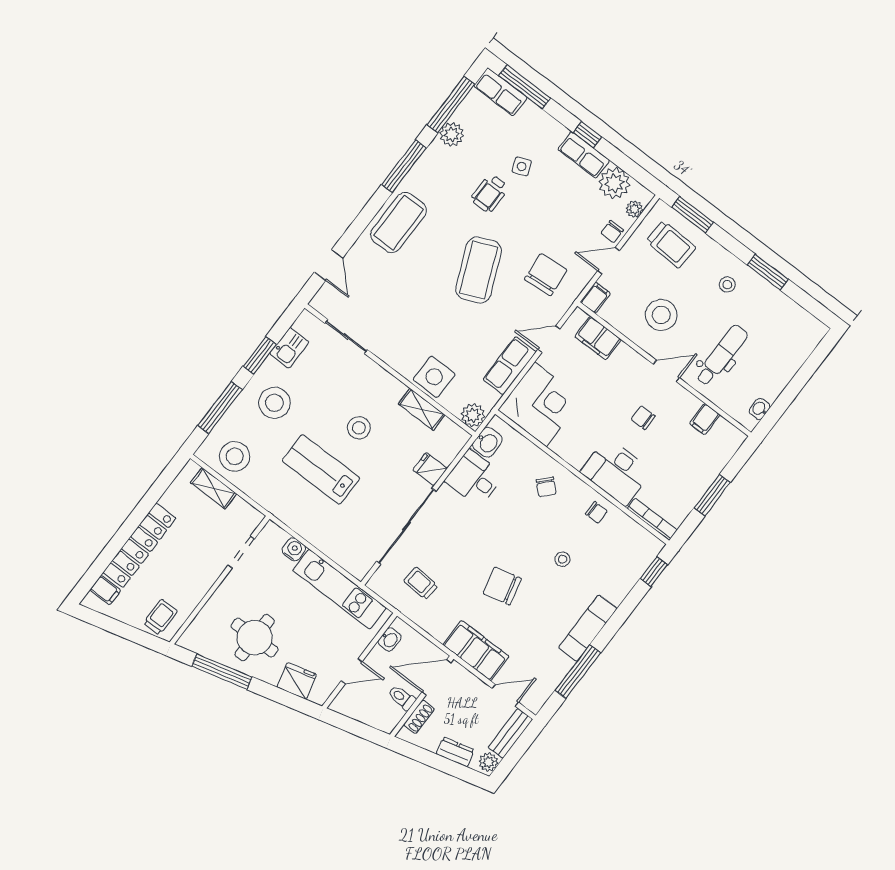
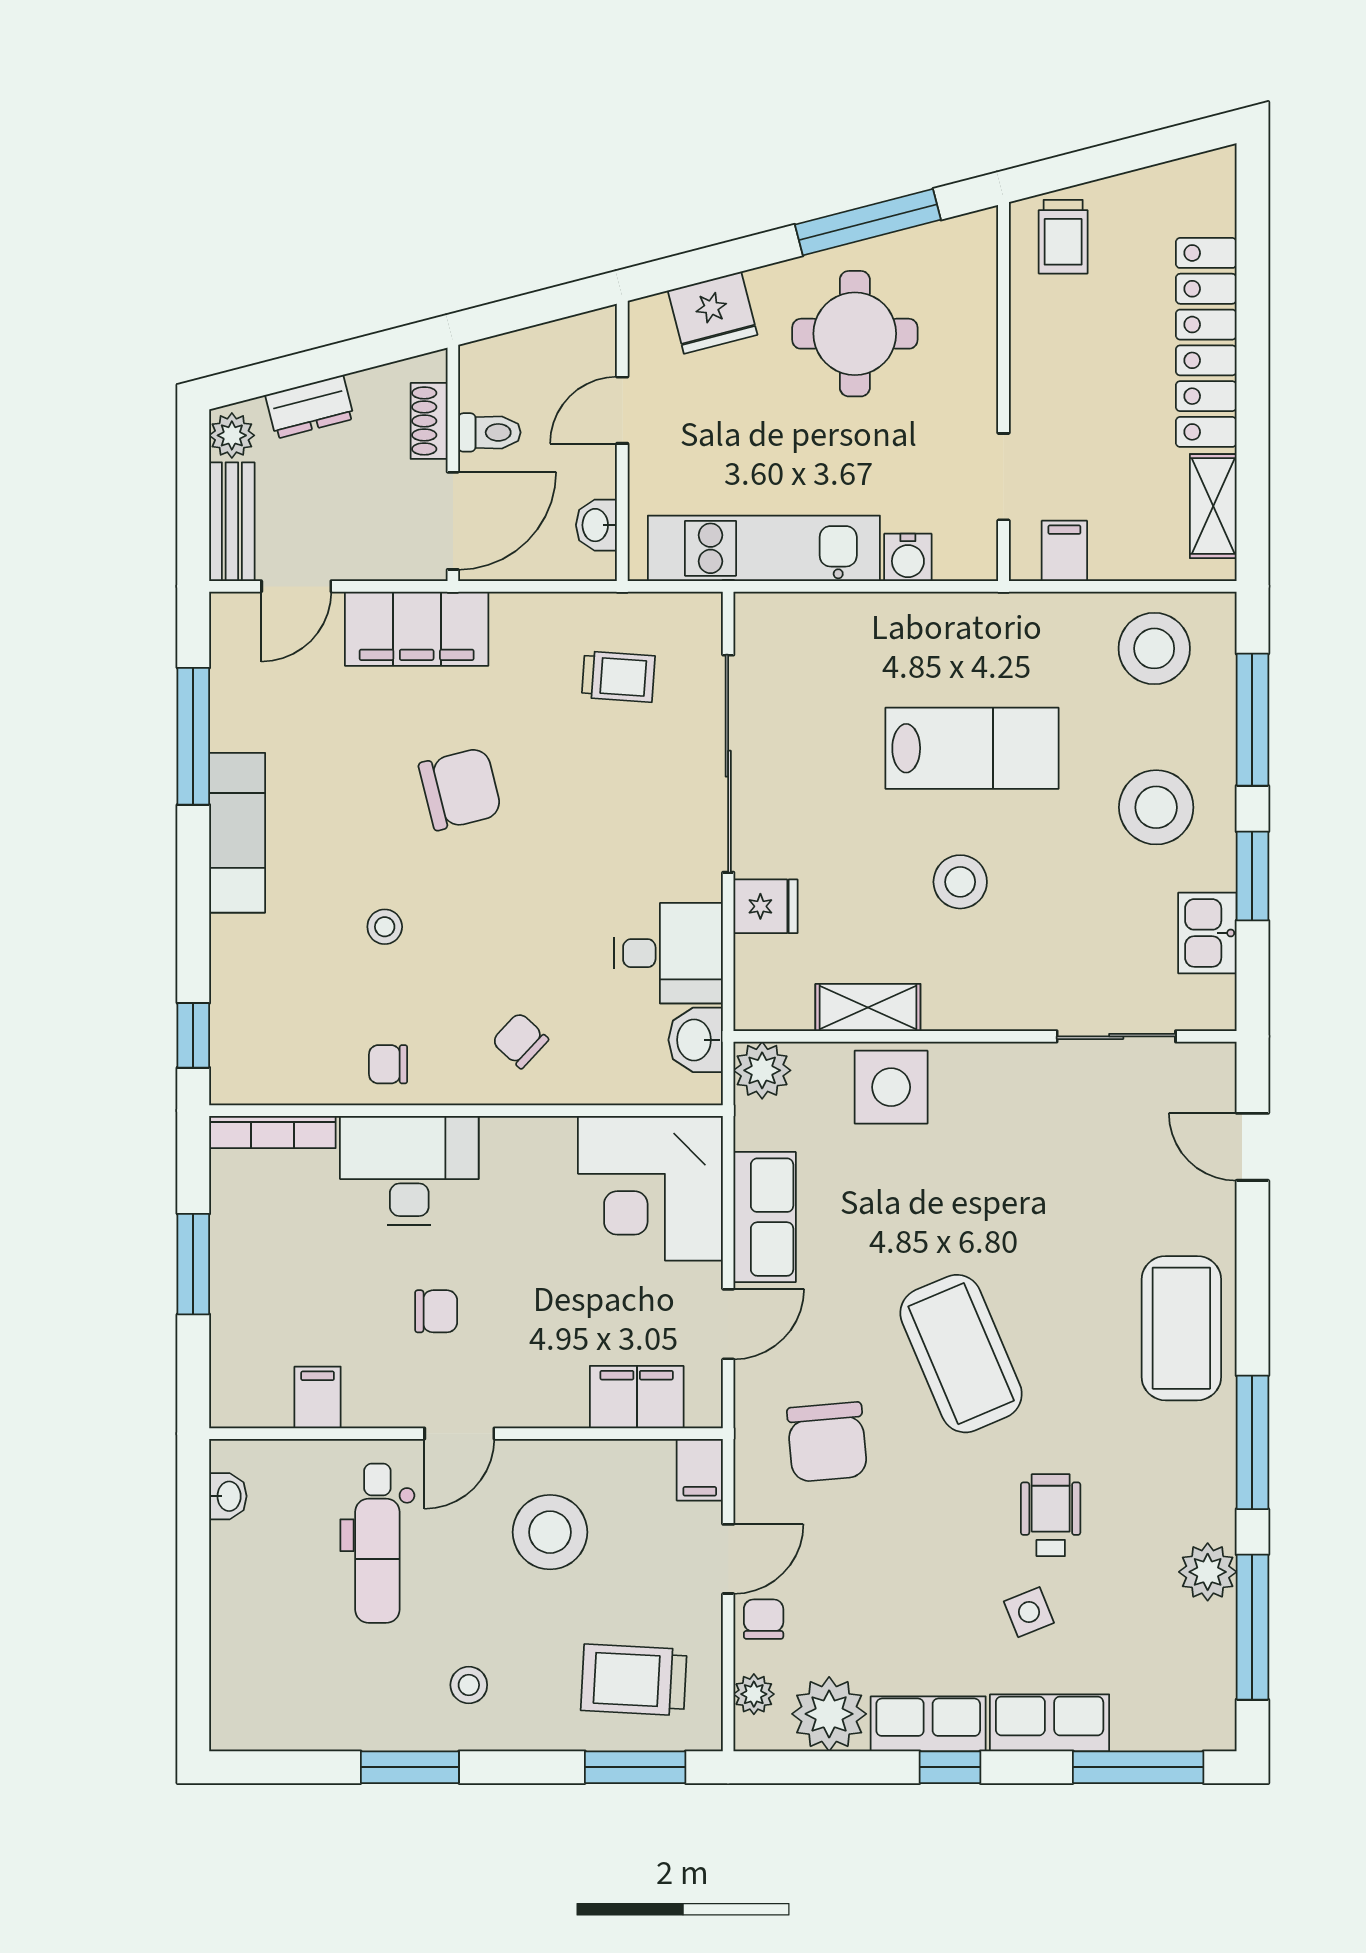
row of seats: (500, 92) -> (1050, 1723), moved
shelving: (214, 488) -> (1213, 506), moved, turned 90
filing cabinet: (105, 590) -> (1064, 551), moved, turned 90

